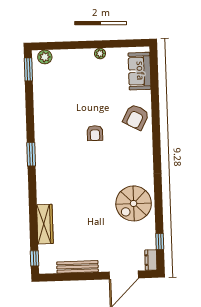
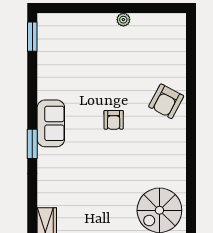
plant: (45, 57) -> (54, 22), removed
sofa: (140, 71) -> (51, 123), moved, turned 180

